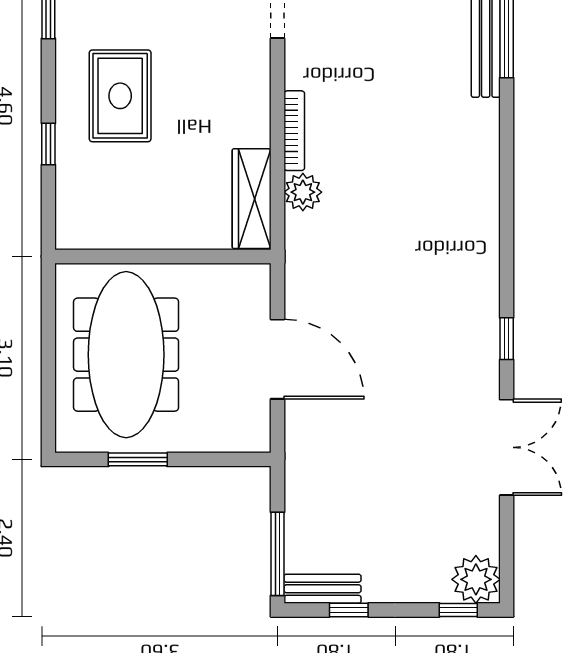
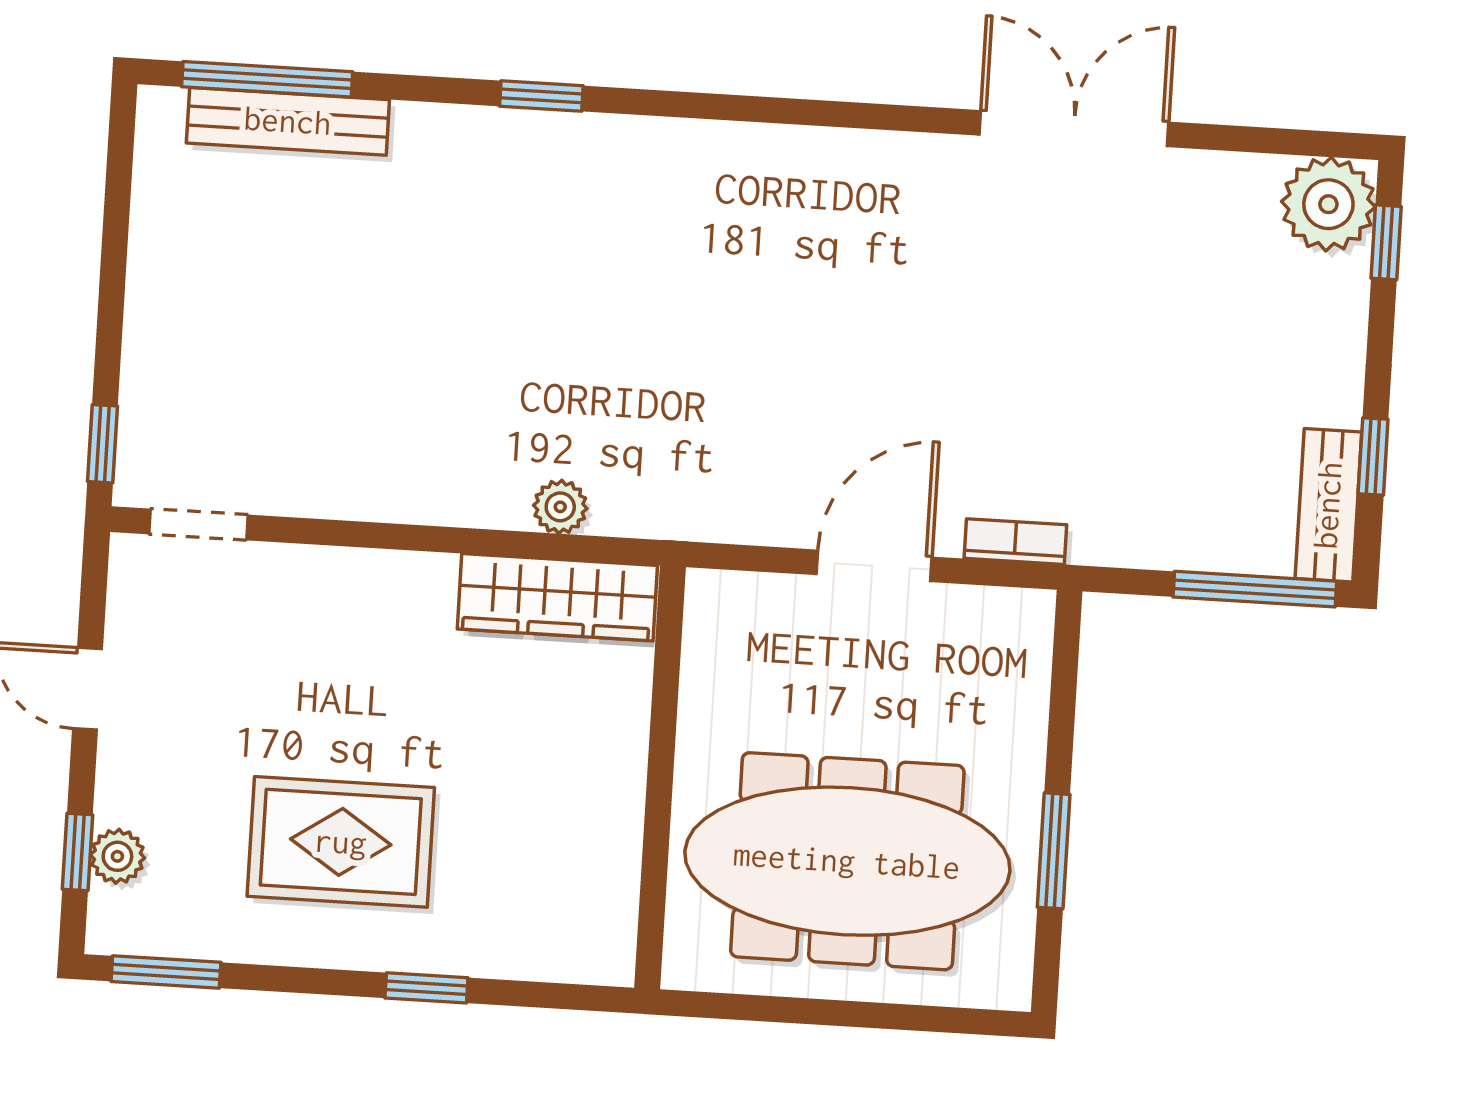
bookcase: (294, 131) -> (1015, 542), moved, width x0.64
plant: (303, 192) -> (560, 507), width x0.73, depth x0.73
window: (507, 339) -> (541, 96), moved
door: (277, 359) -> (874, 566), width x0.73

